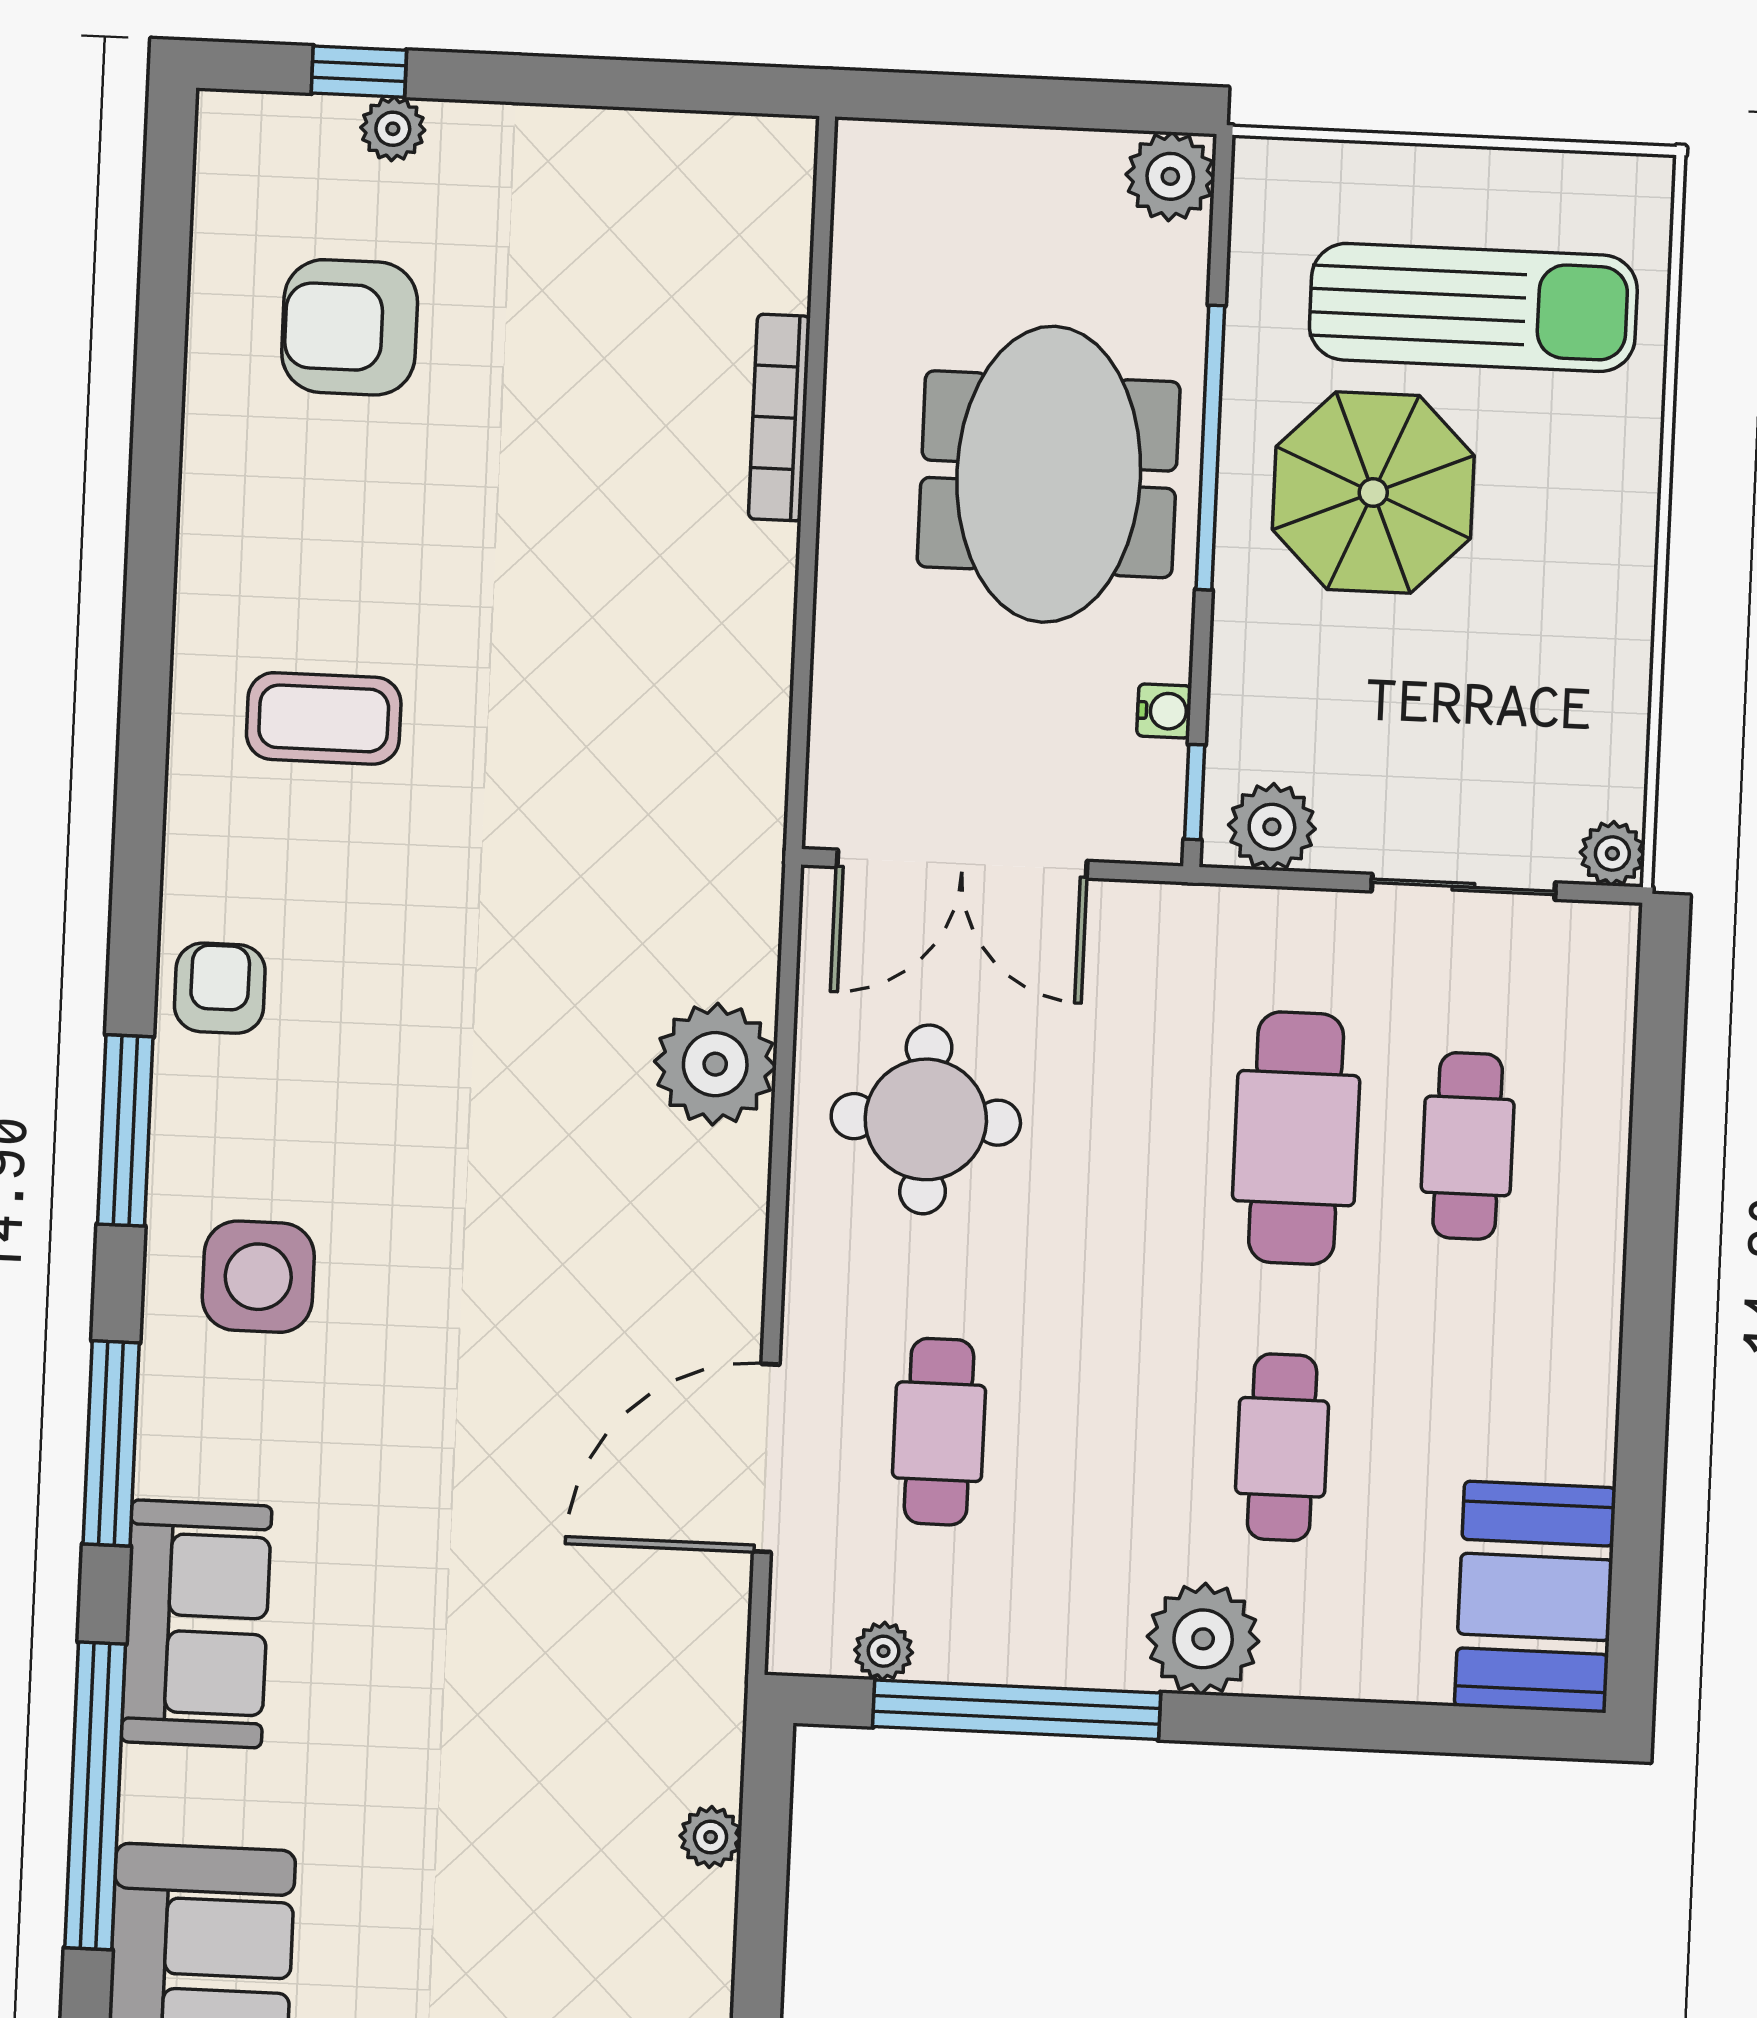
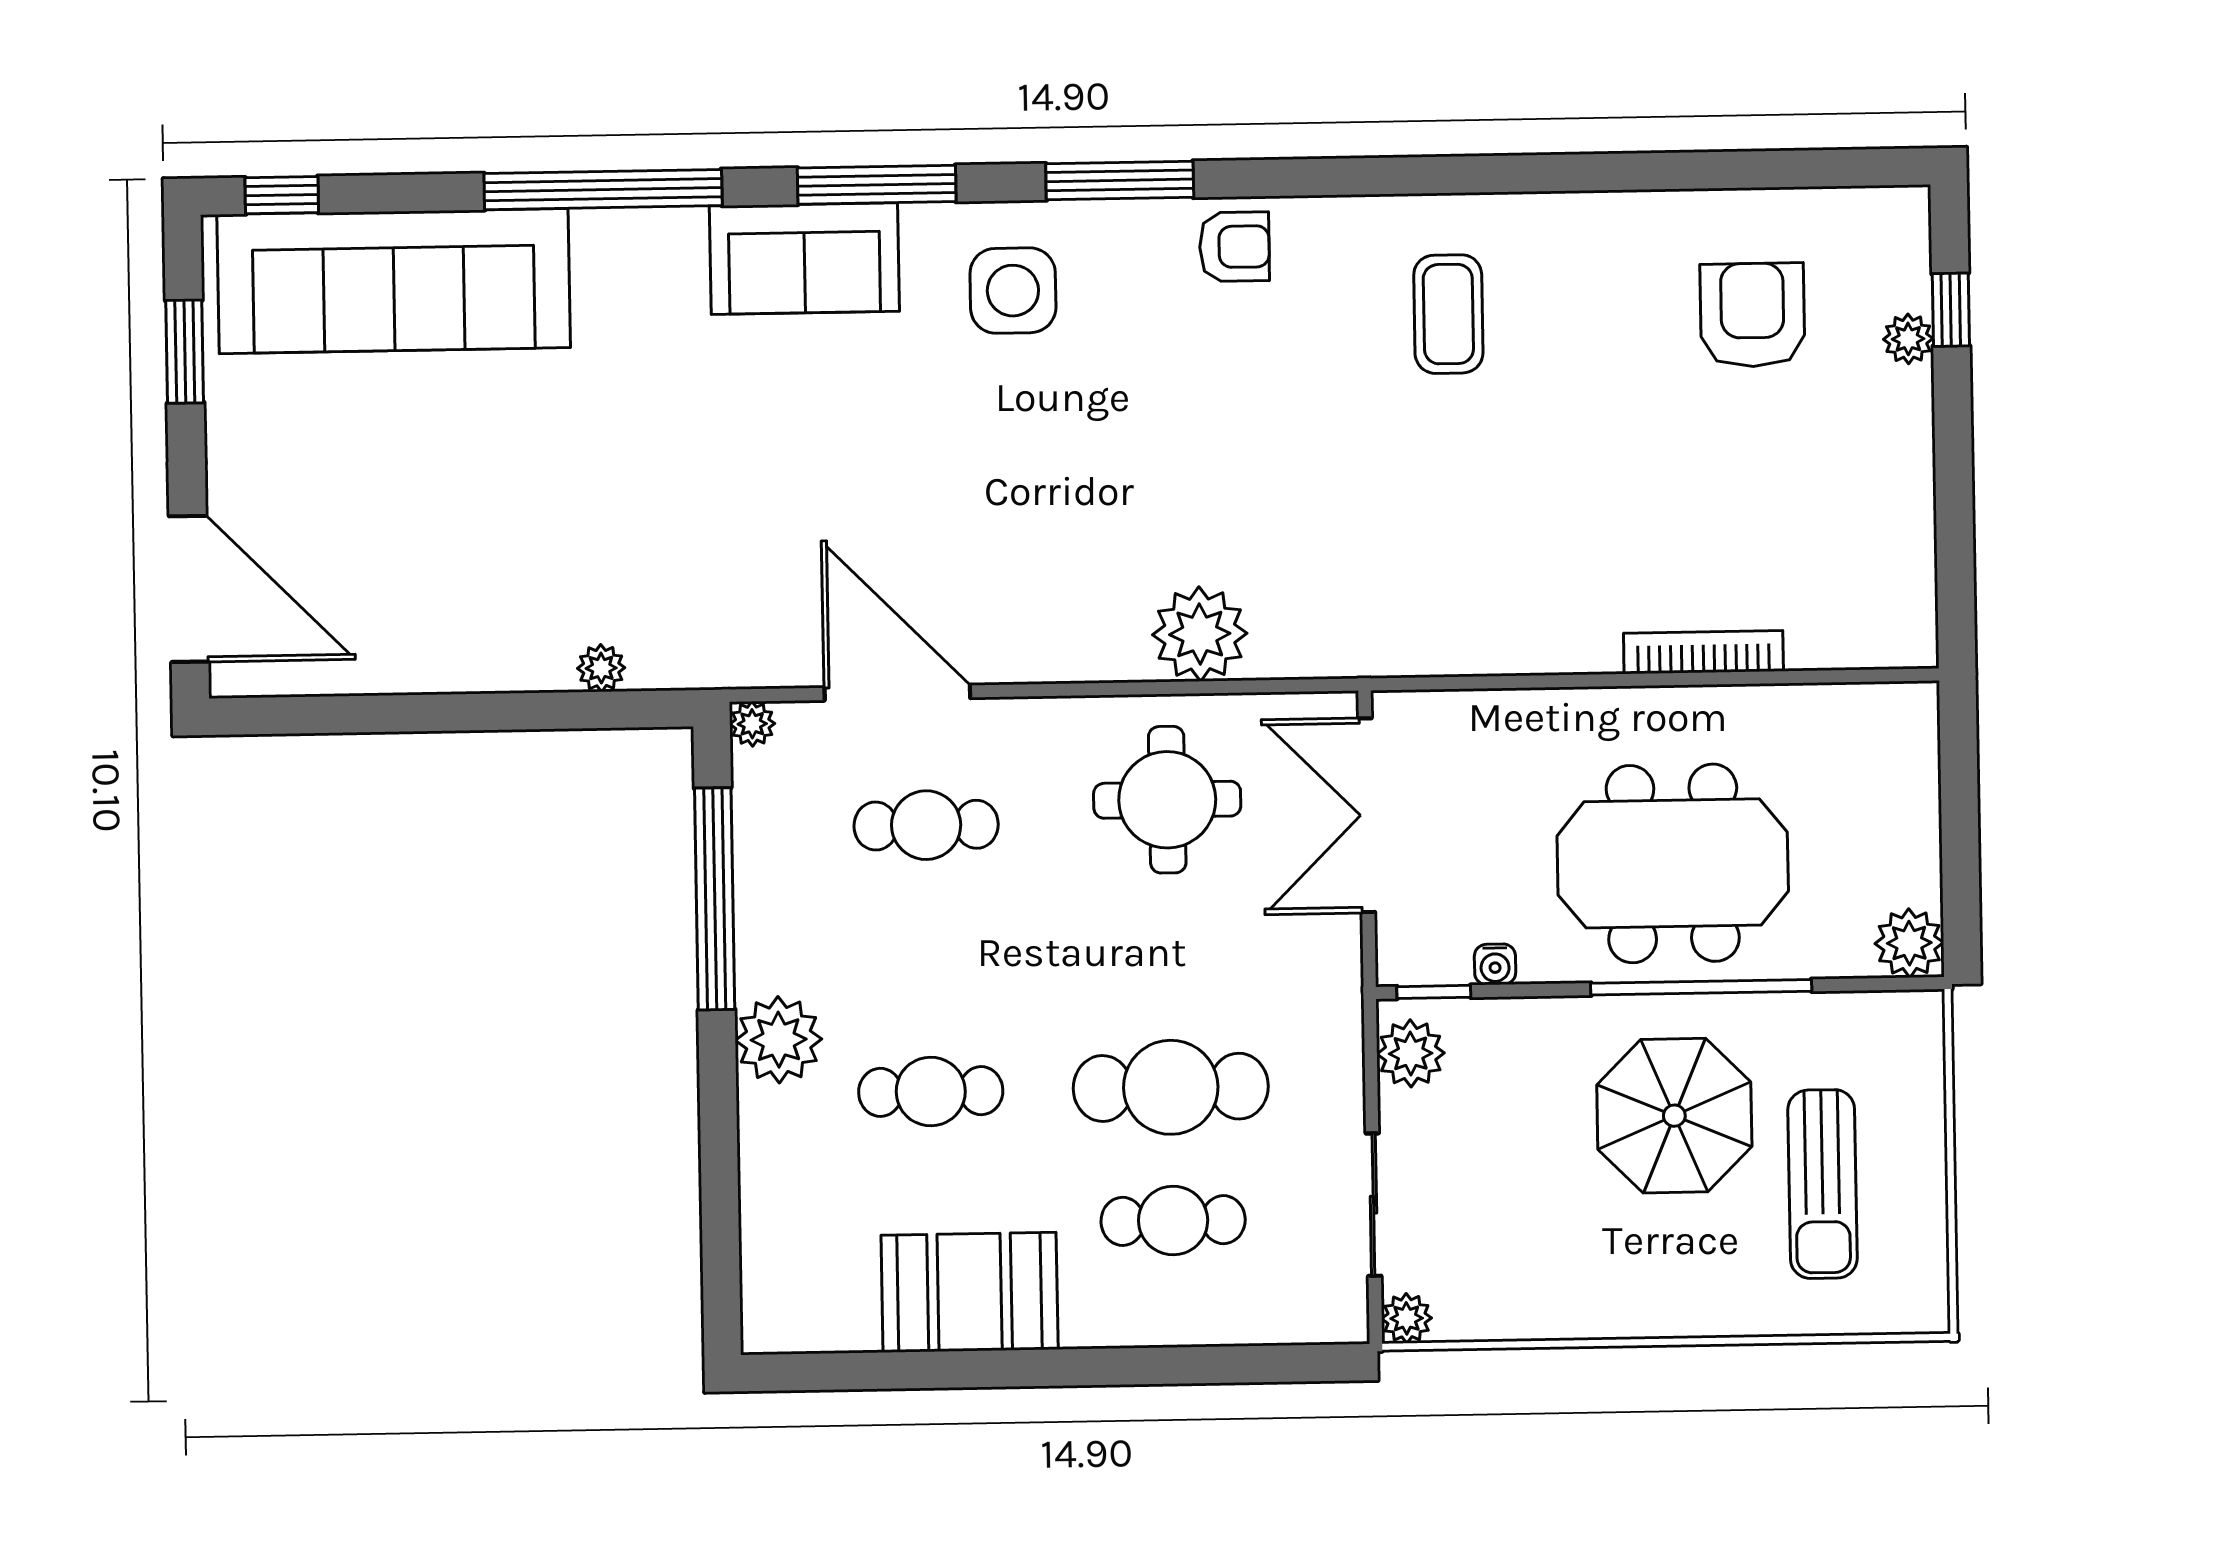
sun lounger: (1473, 307) -> (1822, 1184), width x0.73, depth x0.75
booth: (1535, 1597) -> (970, 1292), moved
sofa: (196, 1624) -> (804, 259), moved
plant: (884, 1651) -> (752, 724), moved

